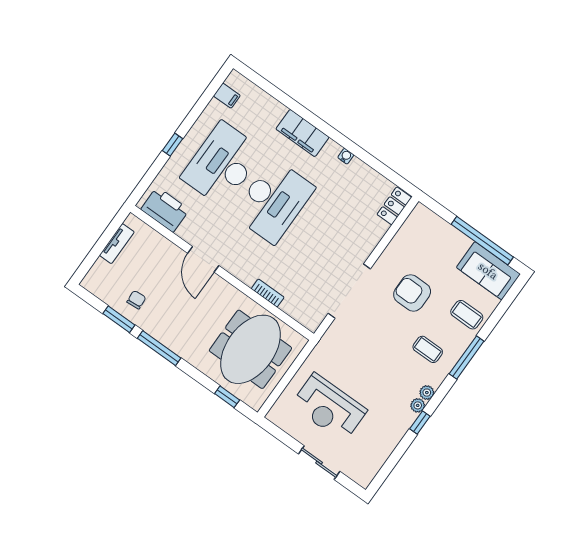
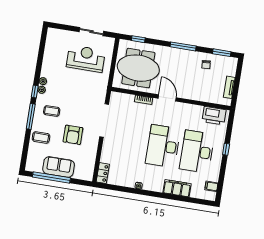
filing cabinet: (302, 133) -> (177, 188), moved
desk: (222, 164) -> (197, 152), turned 180
door: (203, 259) -> (167, 98), moved
sofa: (488, 271) -> (59, 167), moved
armchair: (412, 293) -> (73, 135), turned 90
window: (119, 319) -> (222, 53), moved
meeting table: (250, 349) -> (138, 68), turned 90
window: (420, 423) -> (35, 92), moved
sliding door: (319, 463) -> (91, 32), moved

